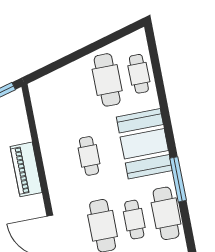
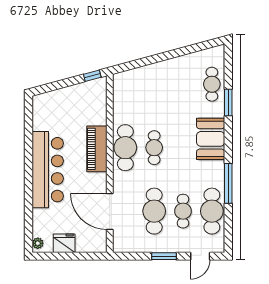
cafe table: (107, 80) -> (125, 148), moved
window: (161, 90) -> (228, 103), added
booth: (144, 144) -> (211, 139), width x0.73, depth x0.70

